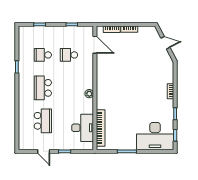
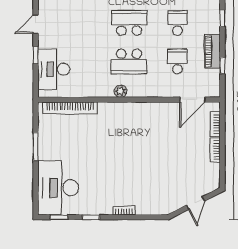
piano: (62, 31) -> (212, 51), added
school desk: (43, 121) -> (129, 61), moved
desk: (83, 128) -> (54, 69), moved, turned 90

